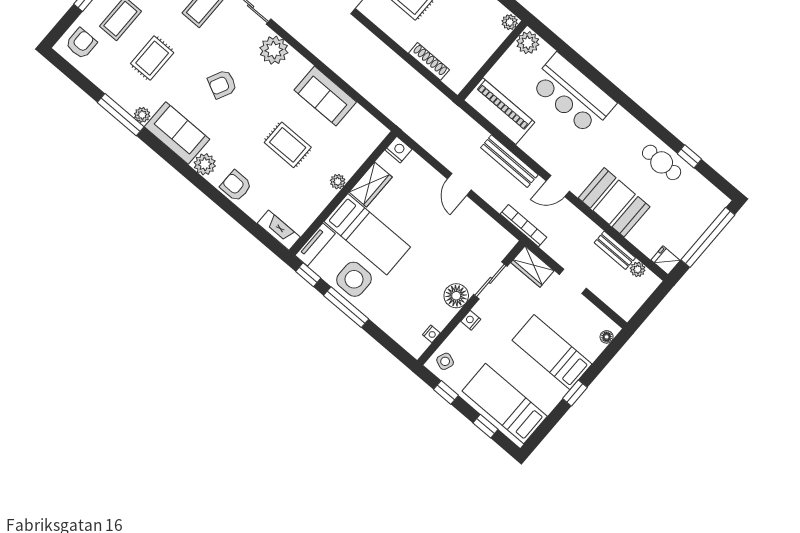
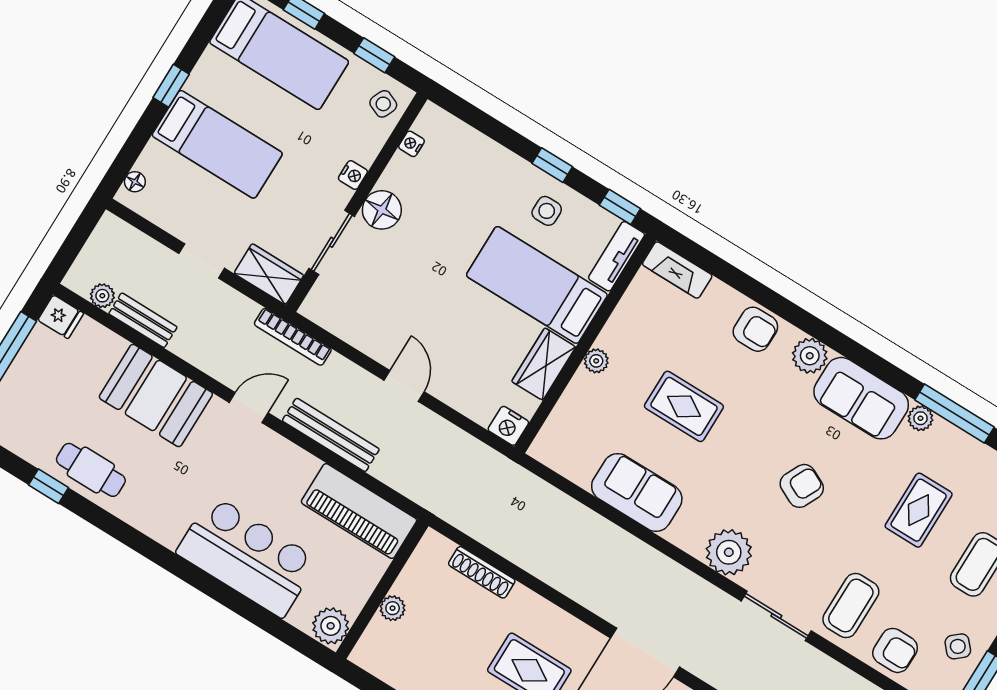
plant: (510, 22) -> (393, 608), moved
side table: (354, 279) -> (547, 211), width x0.54, depth x0.54
window: (346, 307) -> (552, 165), width x0.46

